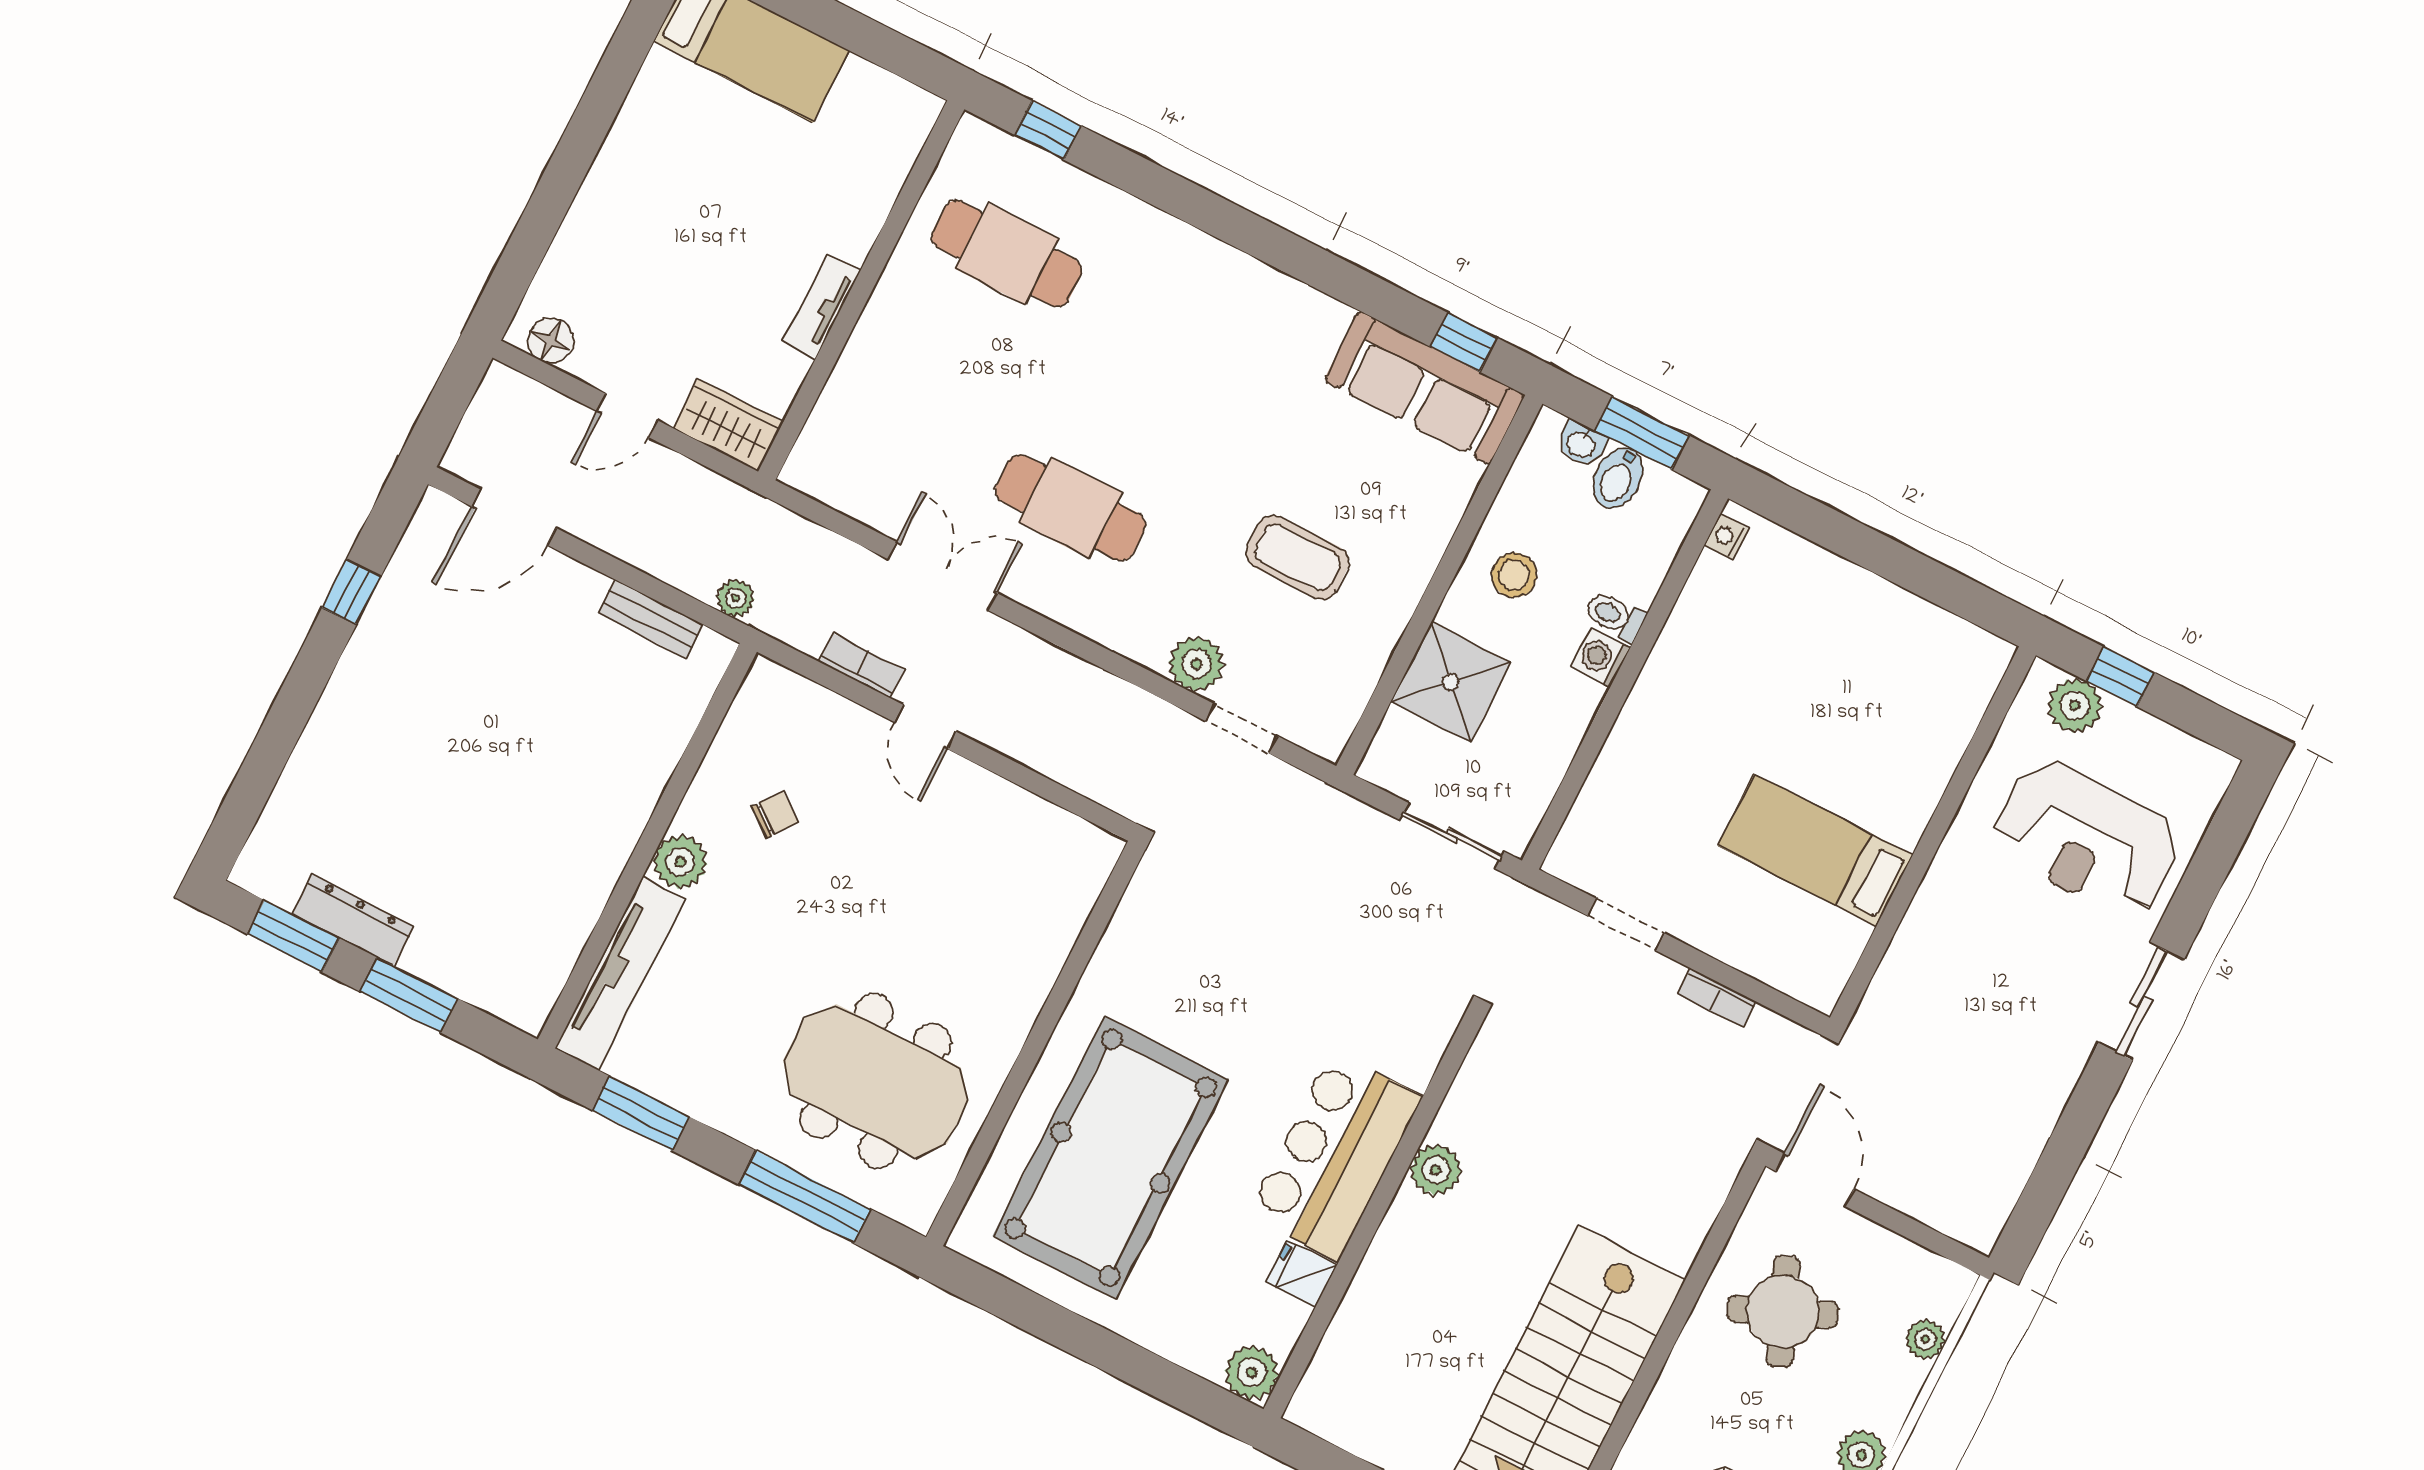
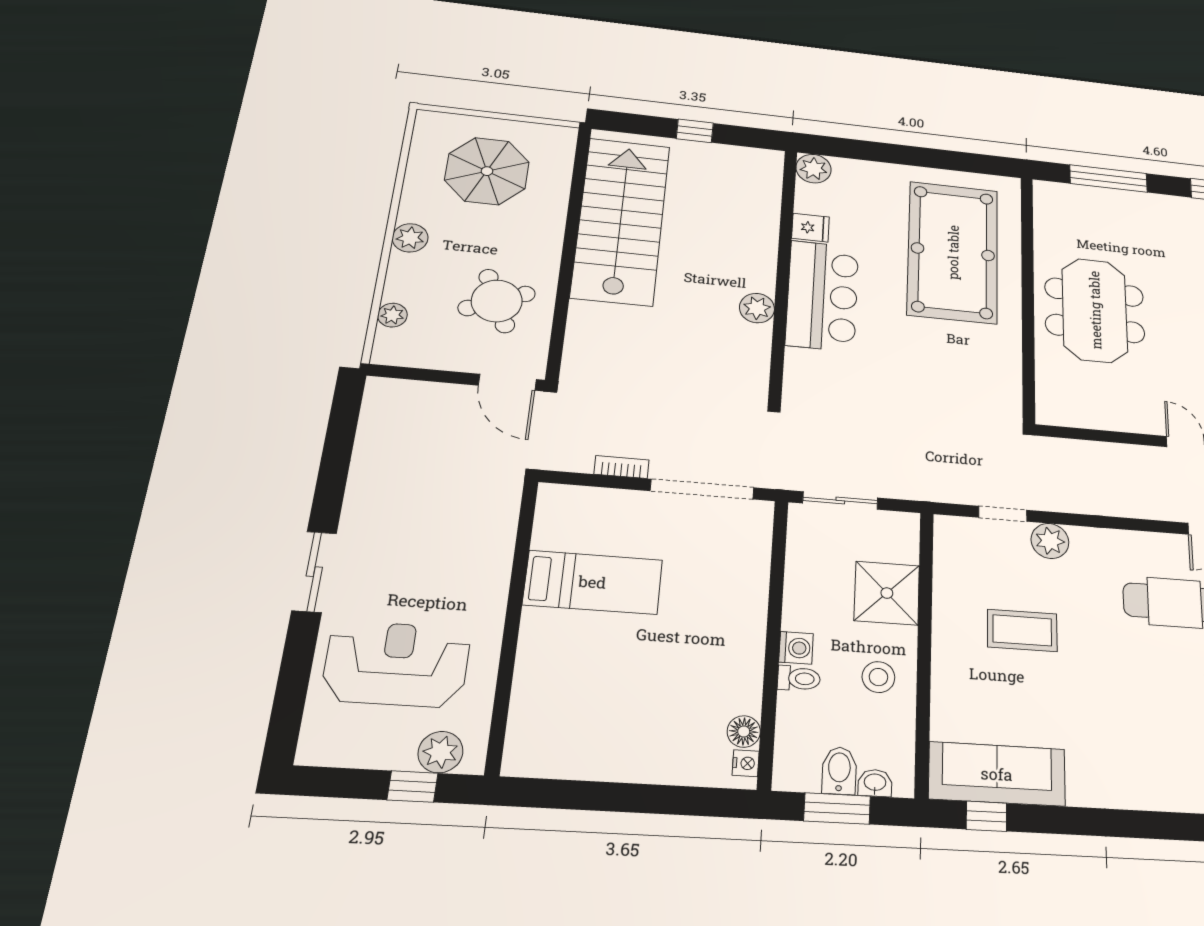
floor lamp: (1712, 577) -> (744, 731), added
doorway: (1626, 924) -> (702, 489), width x1.87
meeting table: (876, 1081) -> (1095, 310), moved, turned 90

